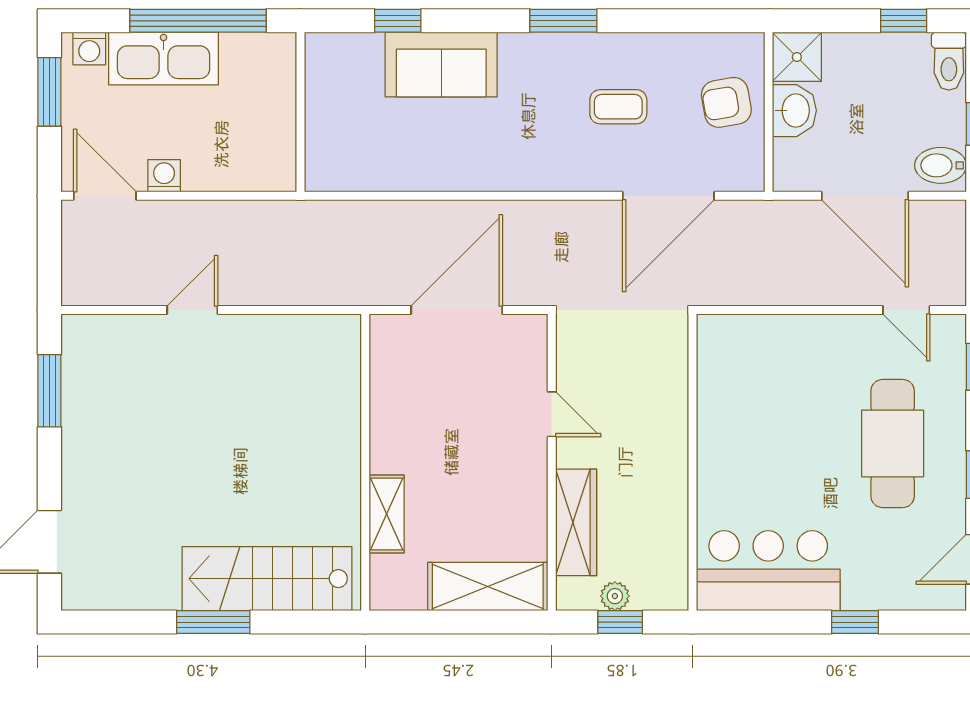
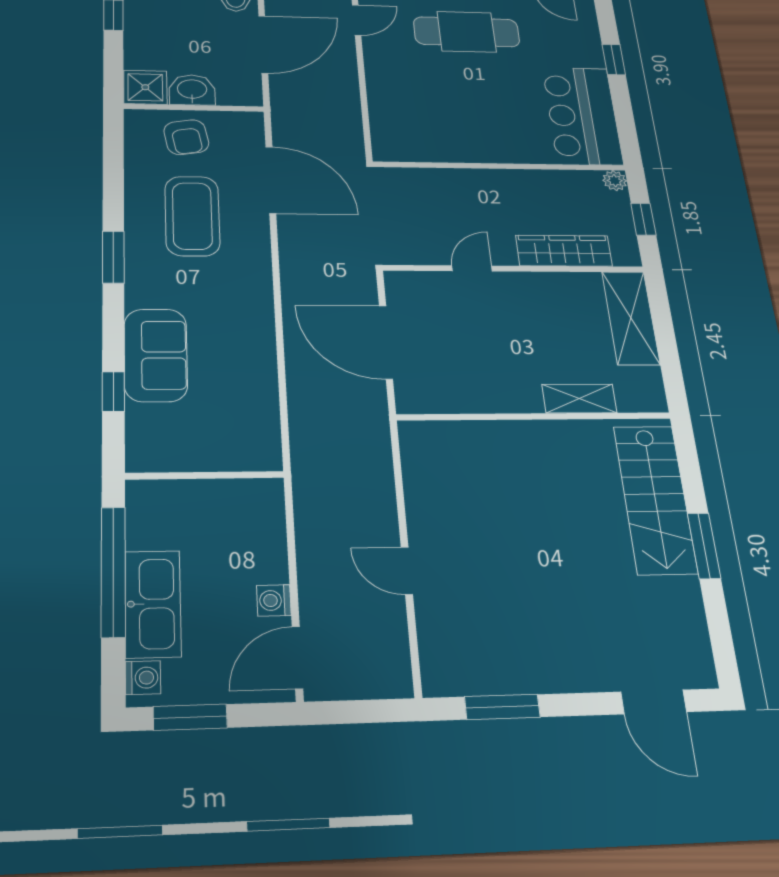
coffee table: (618, 107) -> (192, 216), width x1.86, depth x1.72
plant: (615, 596) -> (615, 181), moved

